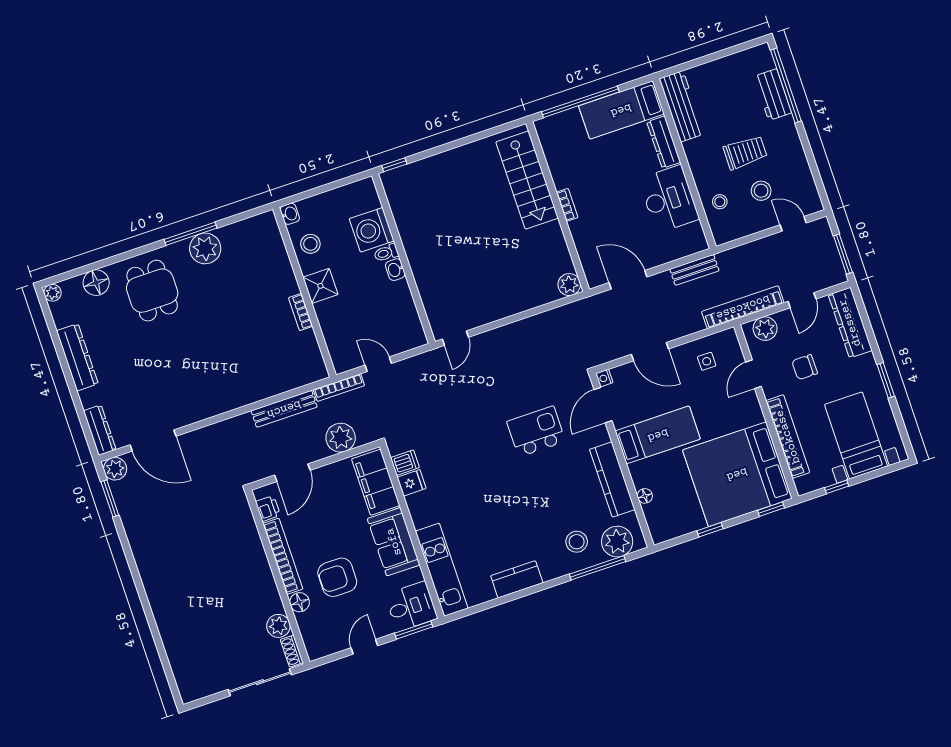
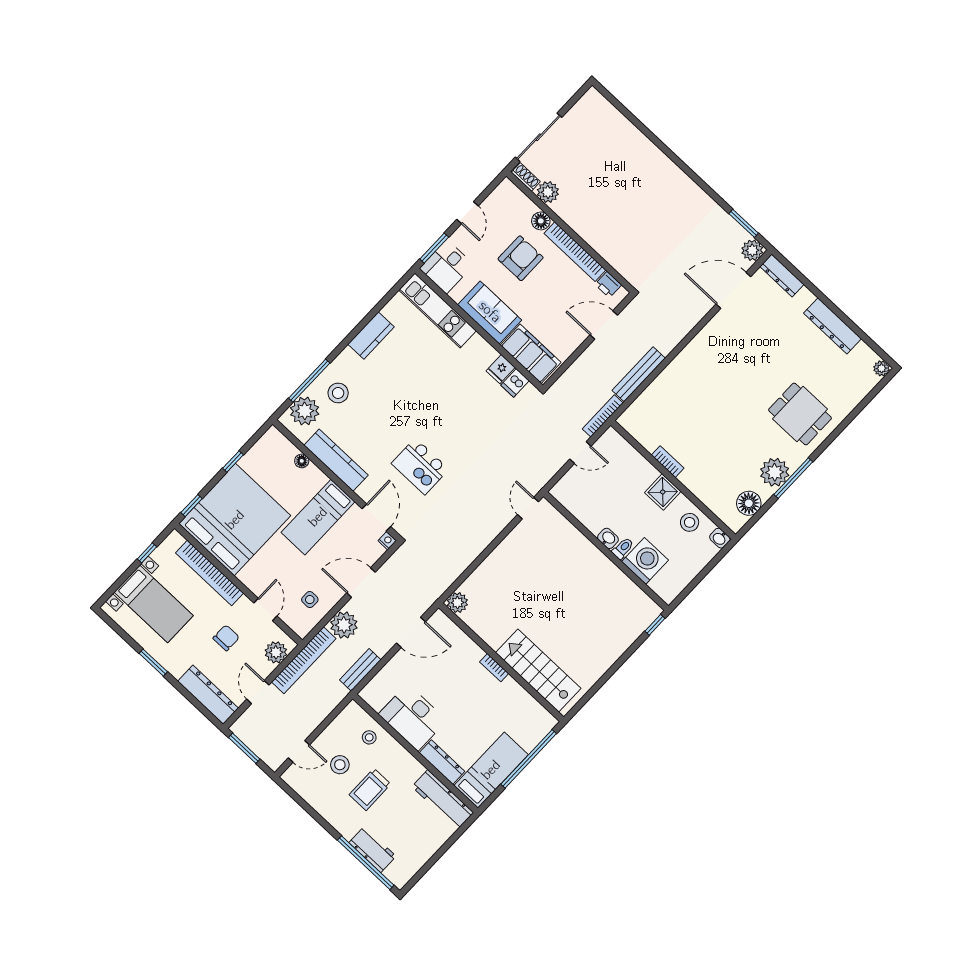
floor lamp: (96, 283) -> (749, 503), moved
kitchen island: (536, 431) -> (420, 466), turned 90
plant: (341, 438) -> (344, 625), moved
door: (292, 473) -> (604, 325), hinge flipped

